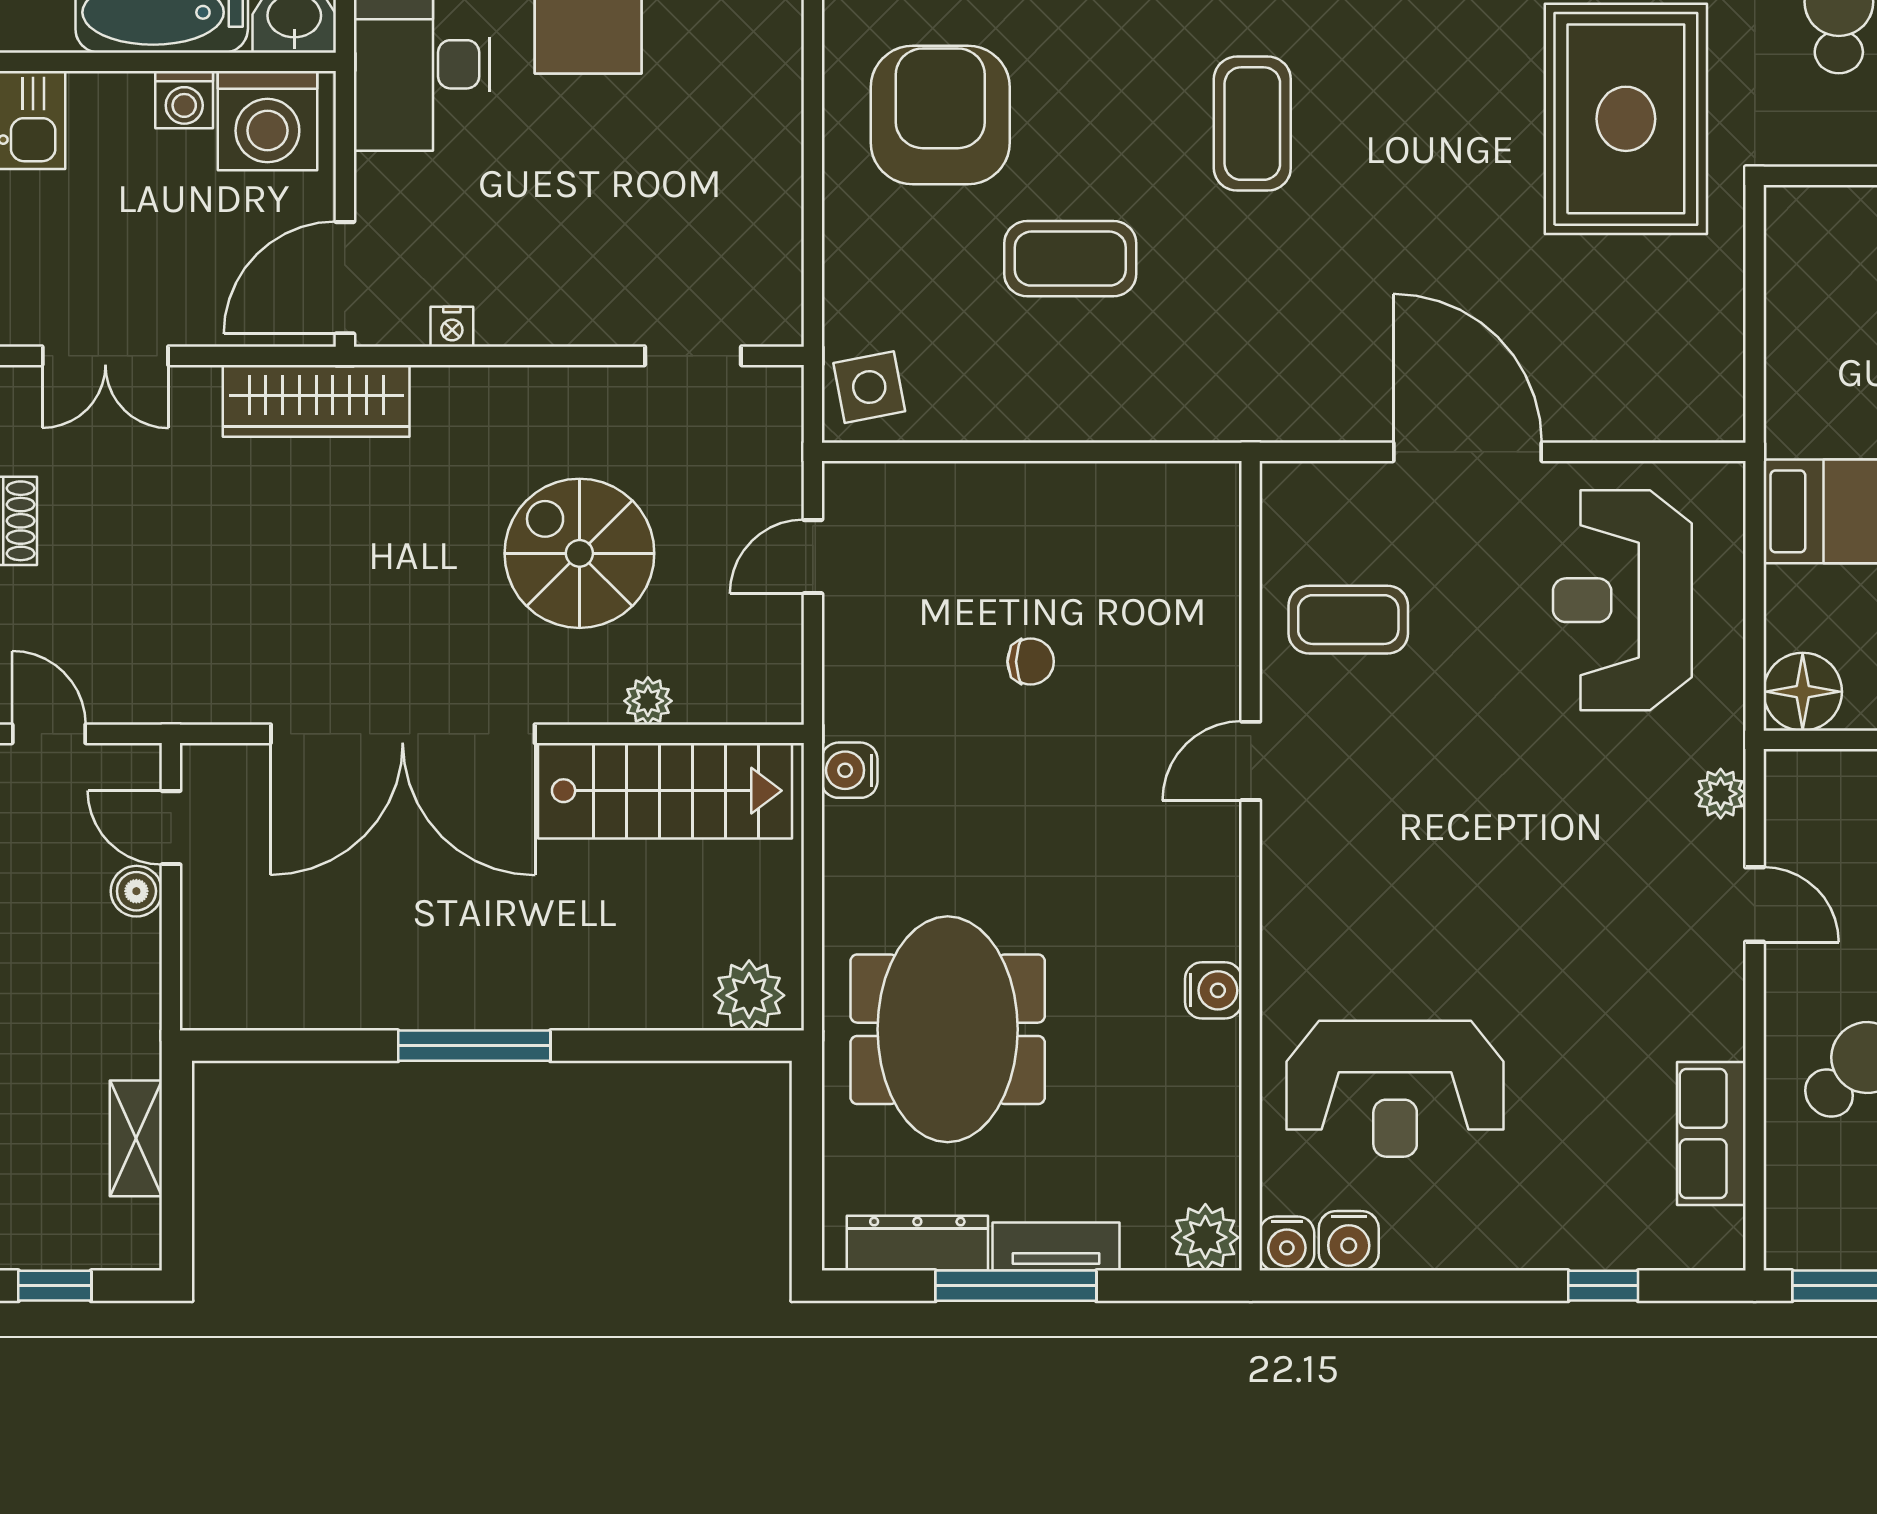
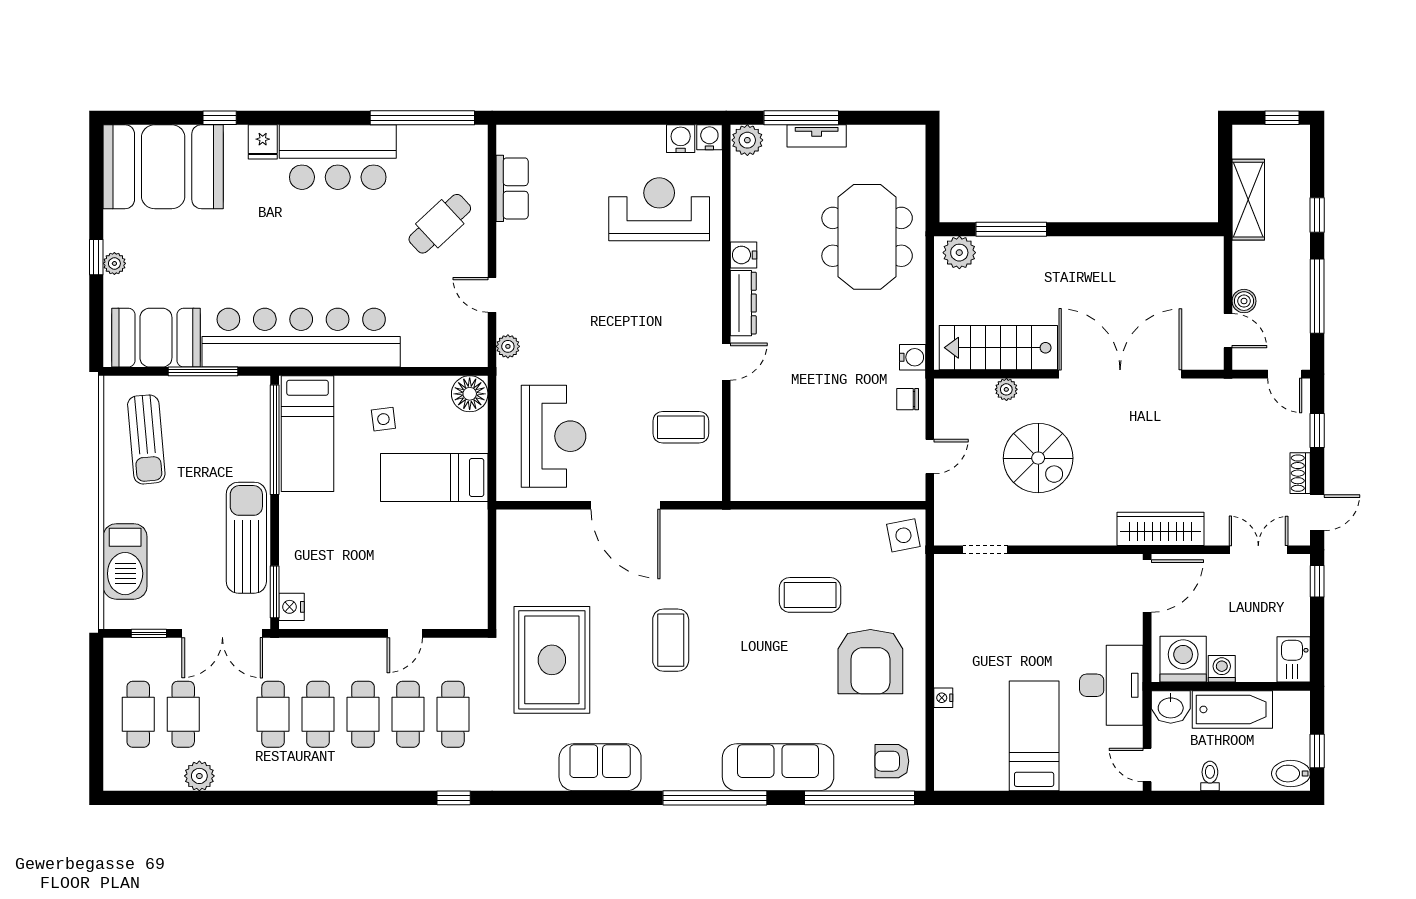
coffee table: (1252, 124) -> (671, 640), moved
nightstand: (452, 327) -> (943, 698), moved, turned -90
chair: (1031, 662) -> (908, 399), moved
window: (474, 1046) -> (1011, 229), moved
shelving: (136, 1138) -> (1248, 200), width x1.50, depth x1.33
dresser: (917, 1243) -> (743, 303), moved, turned -90
window: (1016, 1286) -> (801, 118), moved
window: (1603, 1286) -> (562, 118), removed

